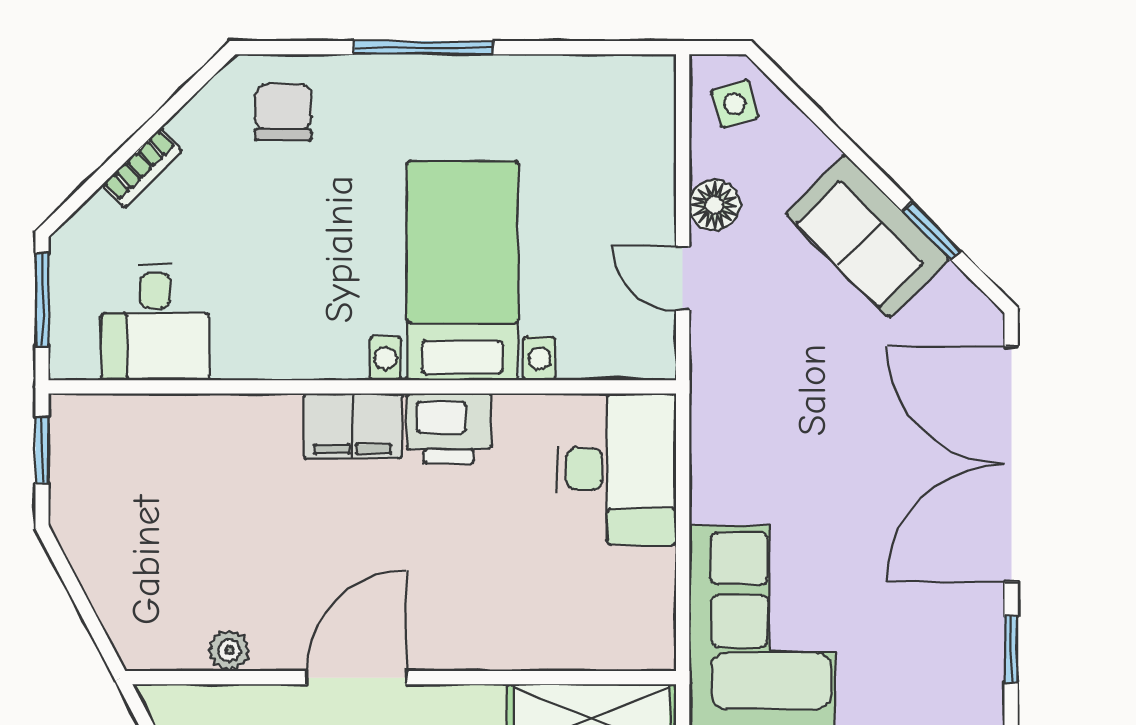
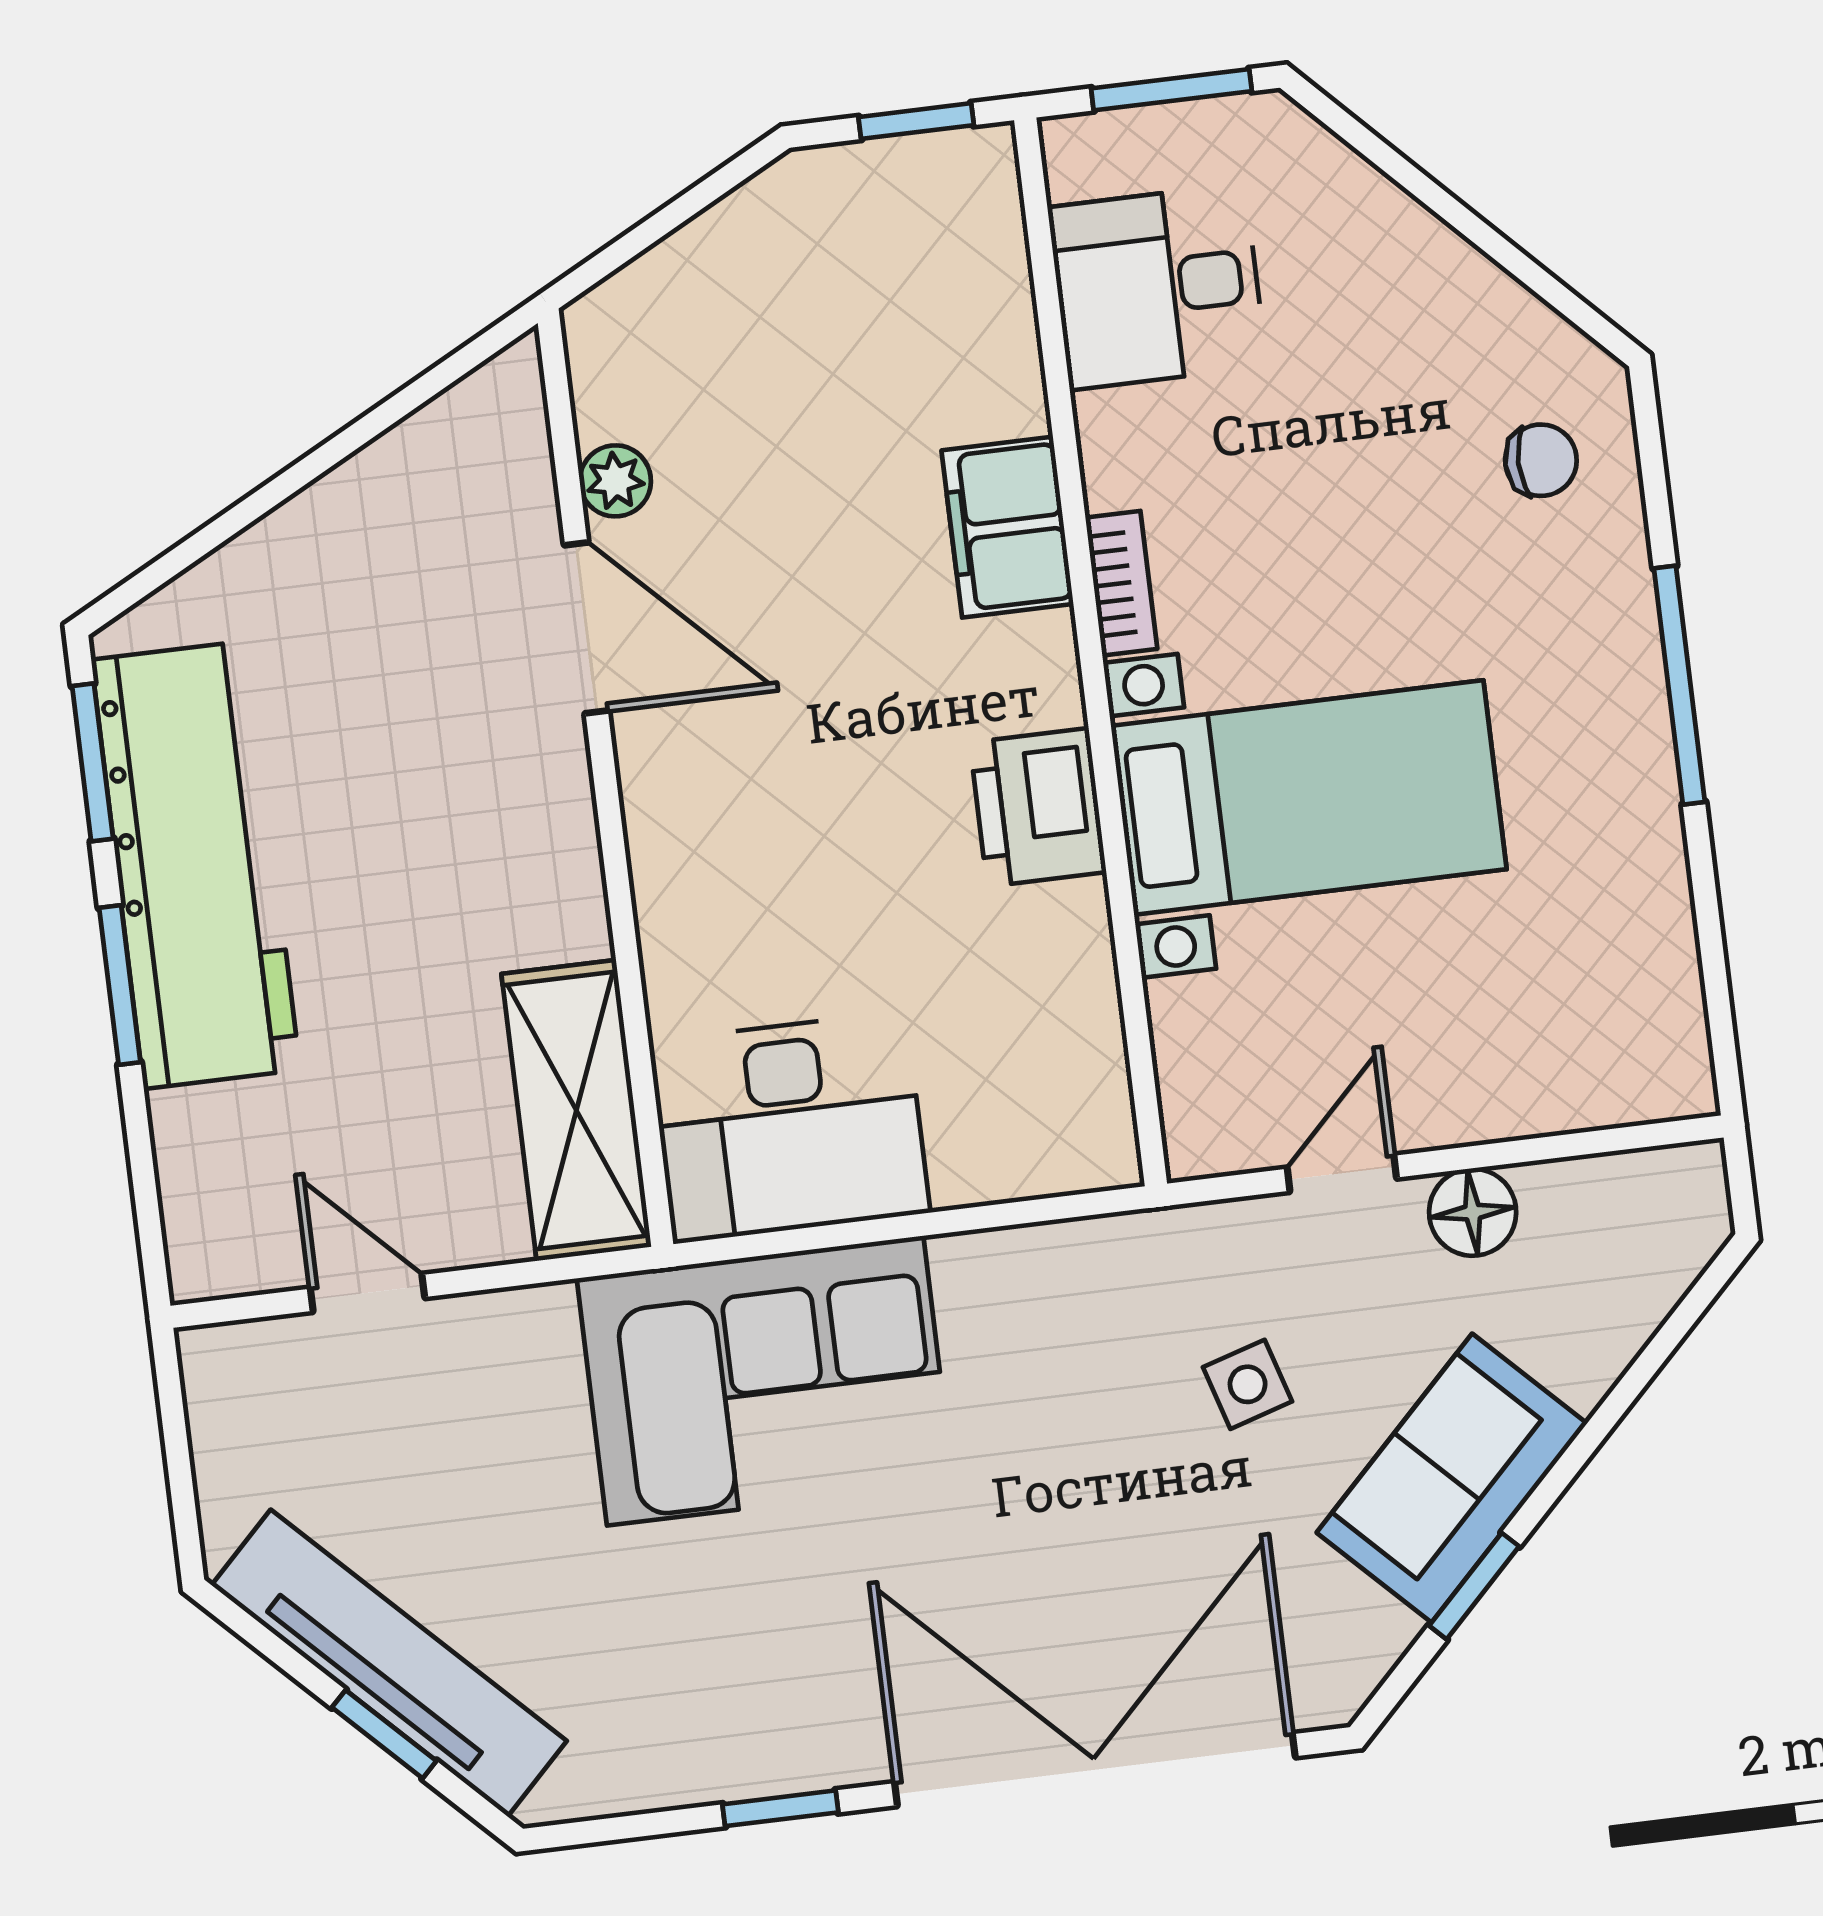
side table: (735, 104) -> (1248, 1384), moved
chair: (283, 112) -> (1541, 460), width x0.73, depth x0.73
bookcase: (142, 168) -> (1121, 583), moved, turned -136
filing cabinet: (353, 426) -> (1008, 527), moved
desk: (617, 469) -> (790, 1127), moved
door: (357, 678) -> (586, 628), moved

